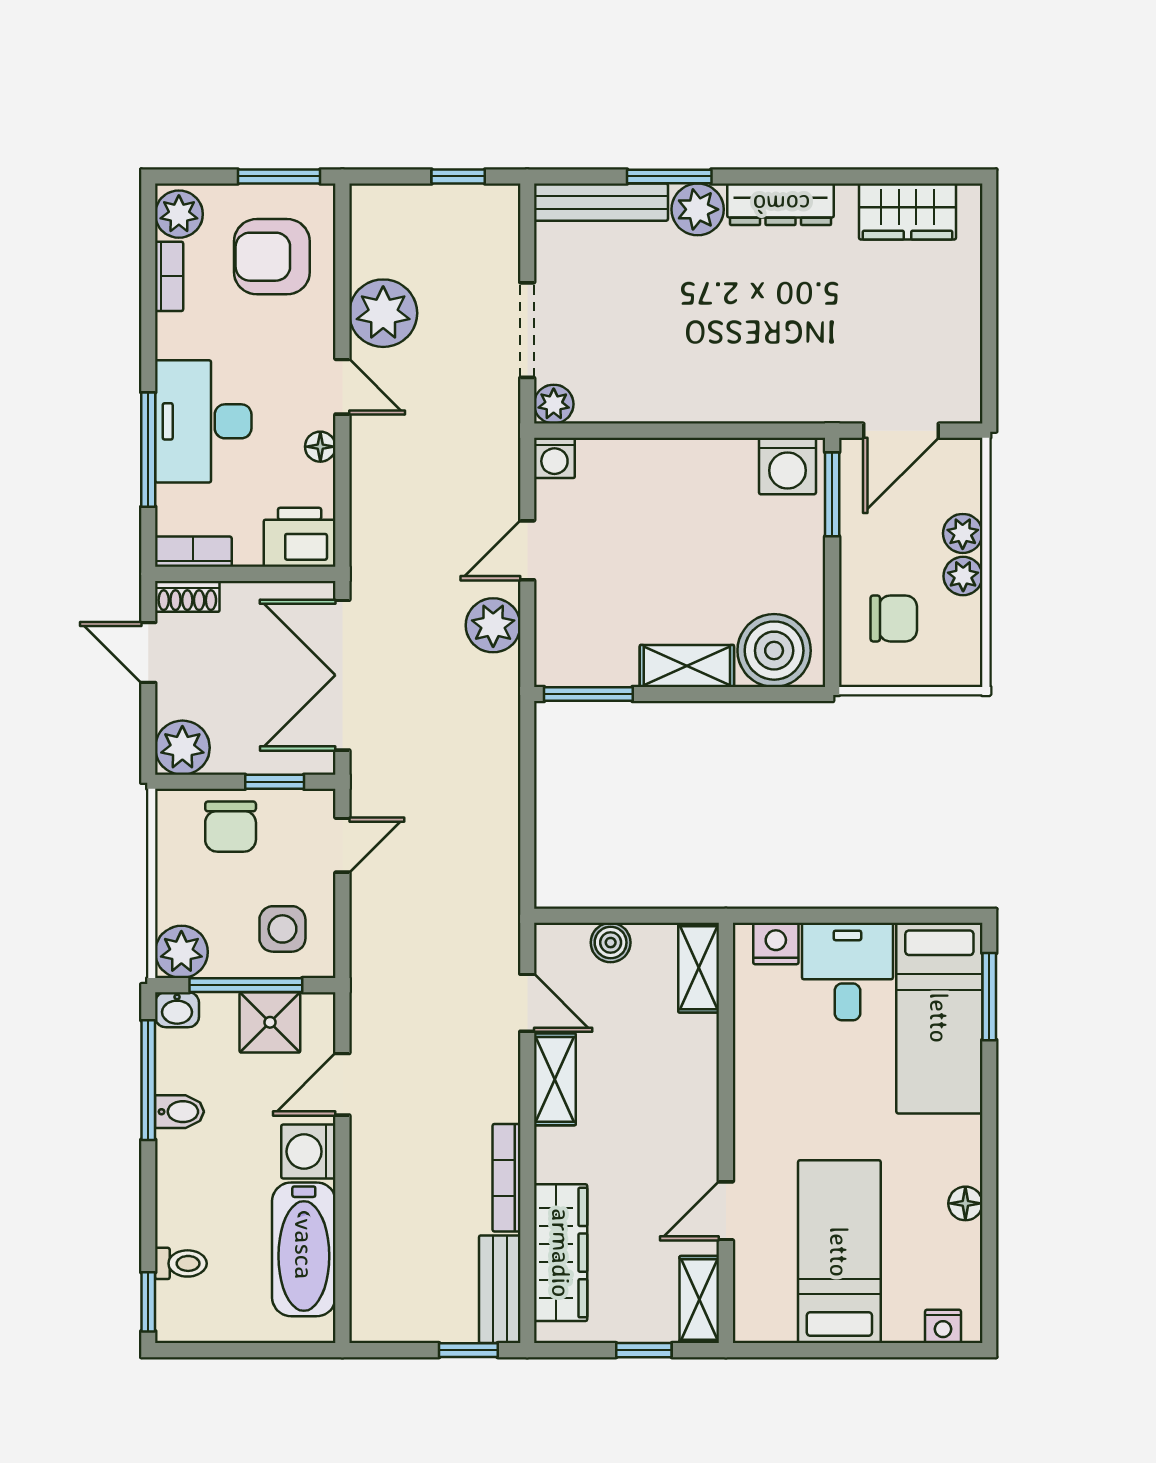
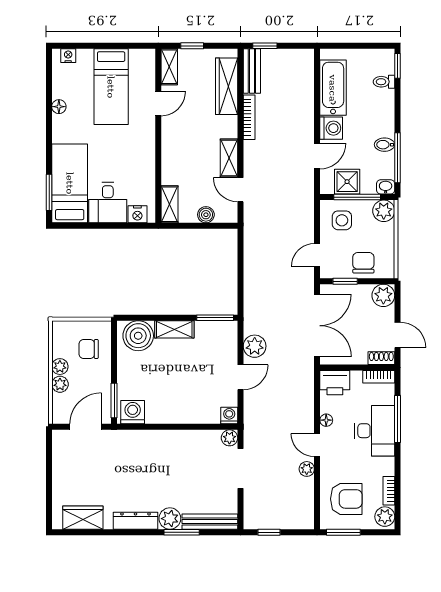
plant: (383, 313) -> (307, 469), width x0.53, depth x0.53

